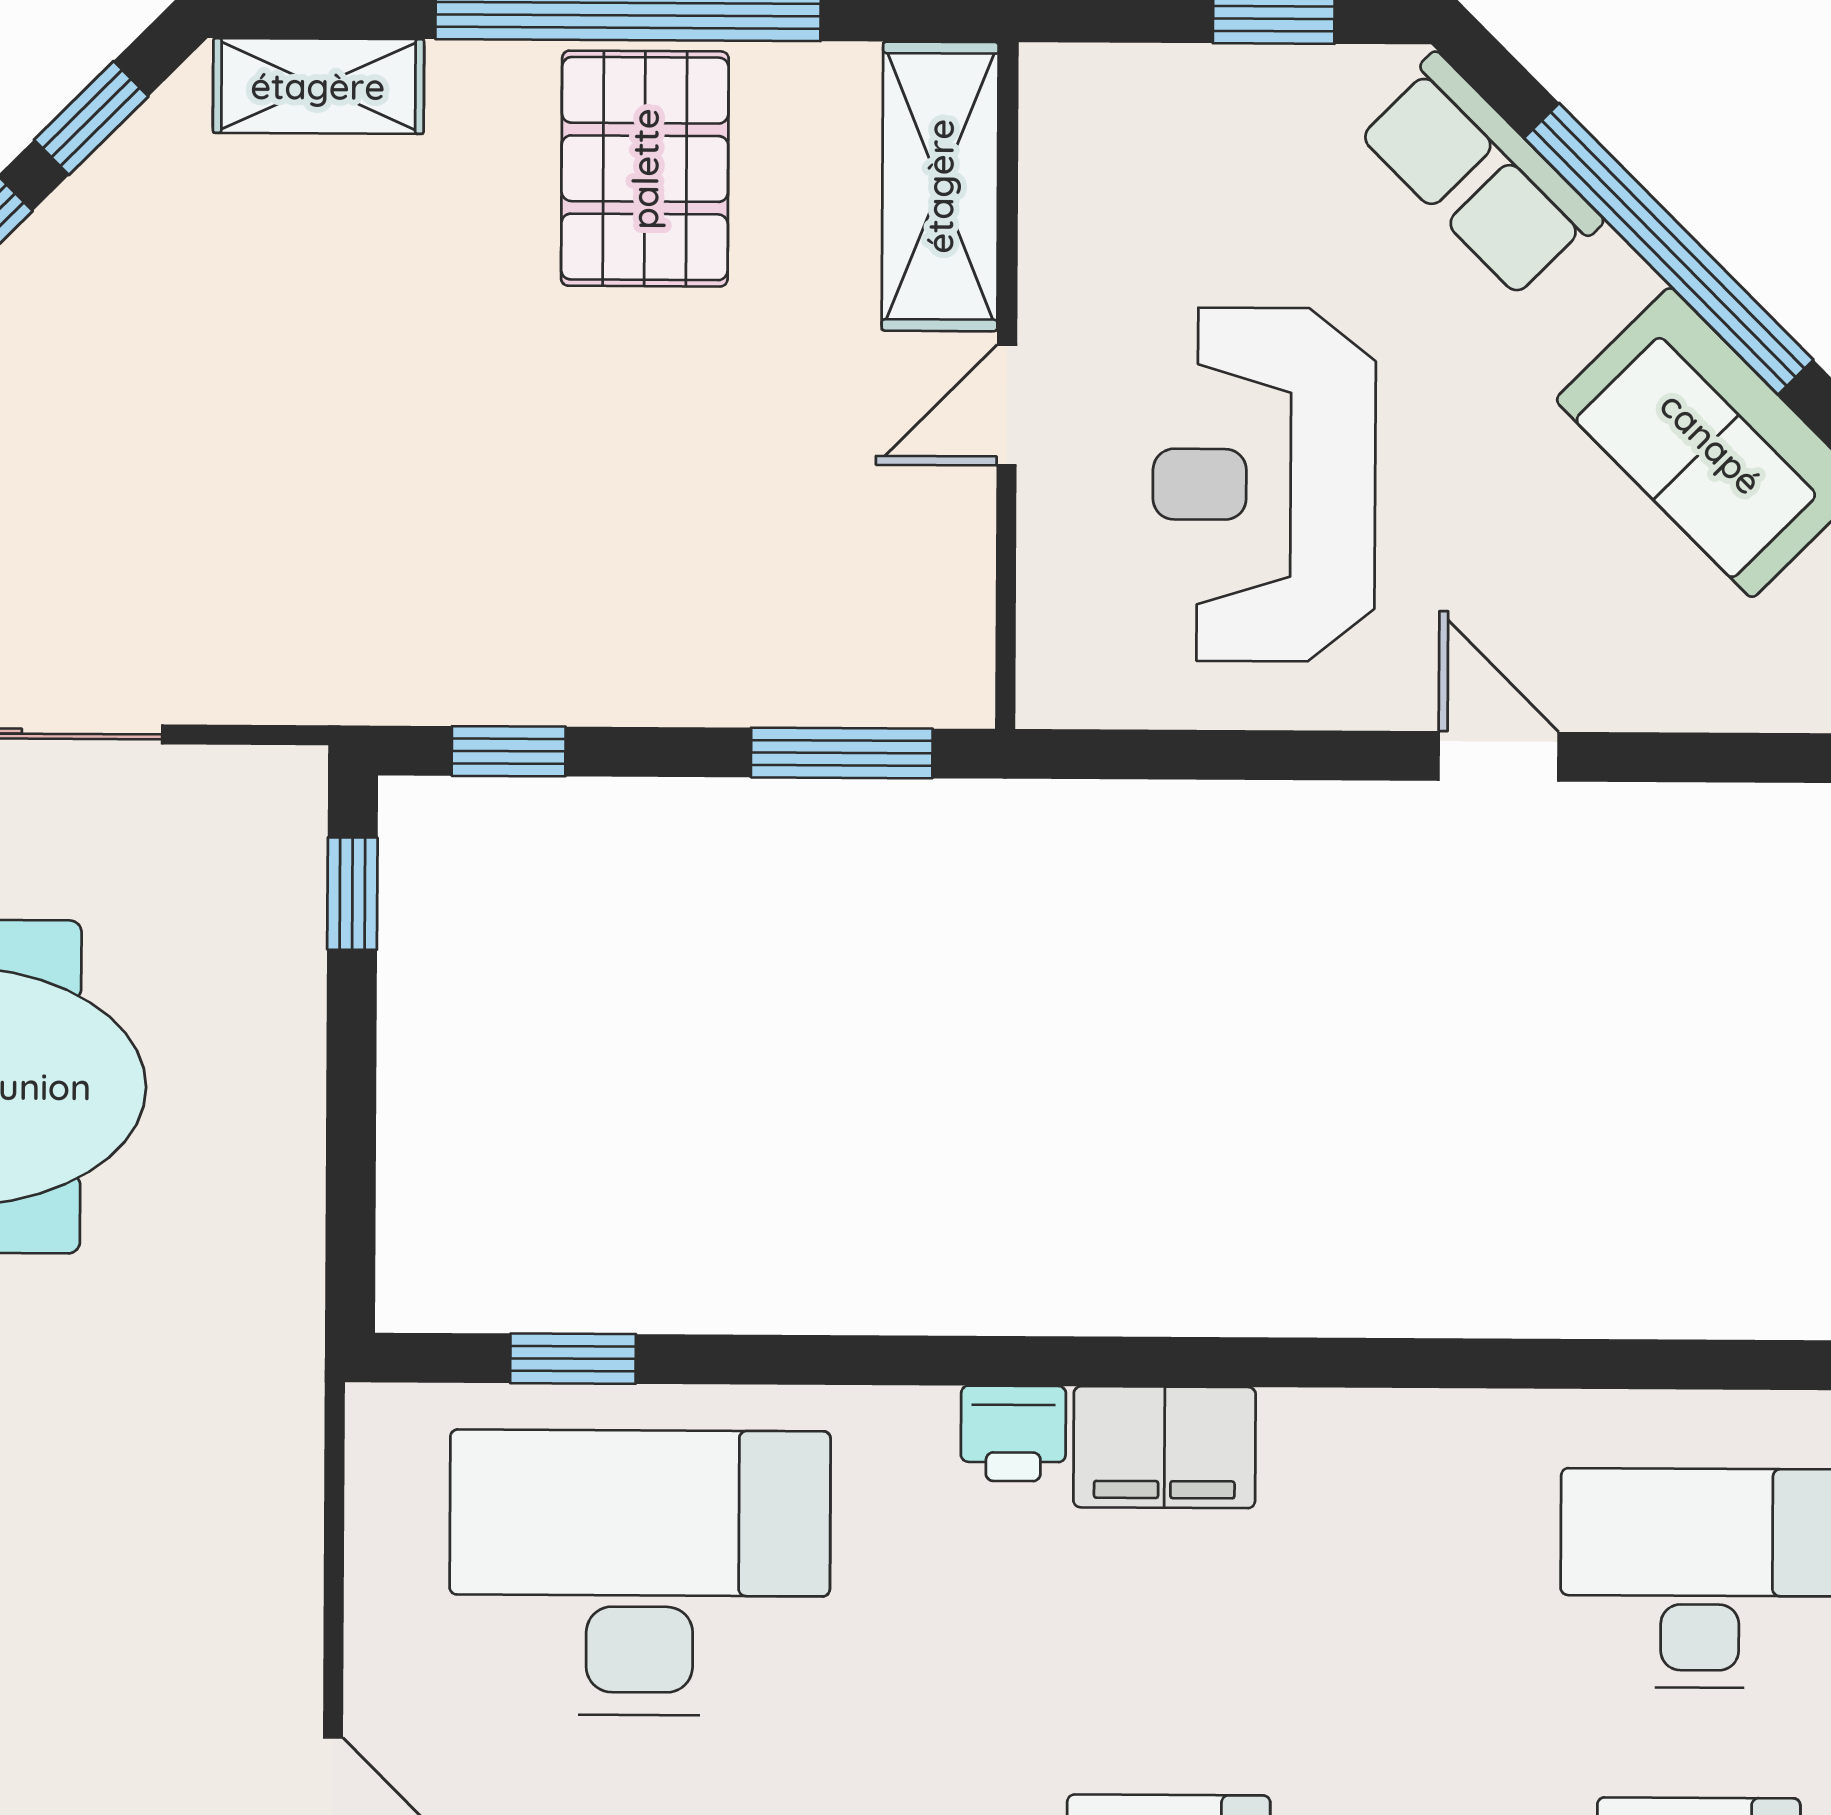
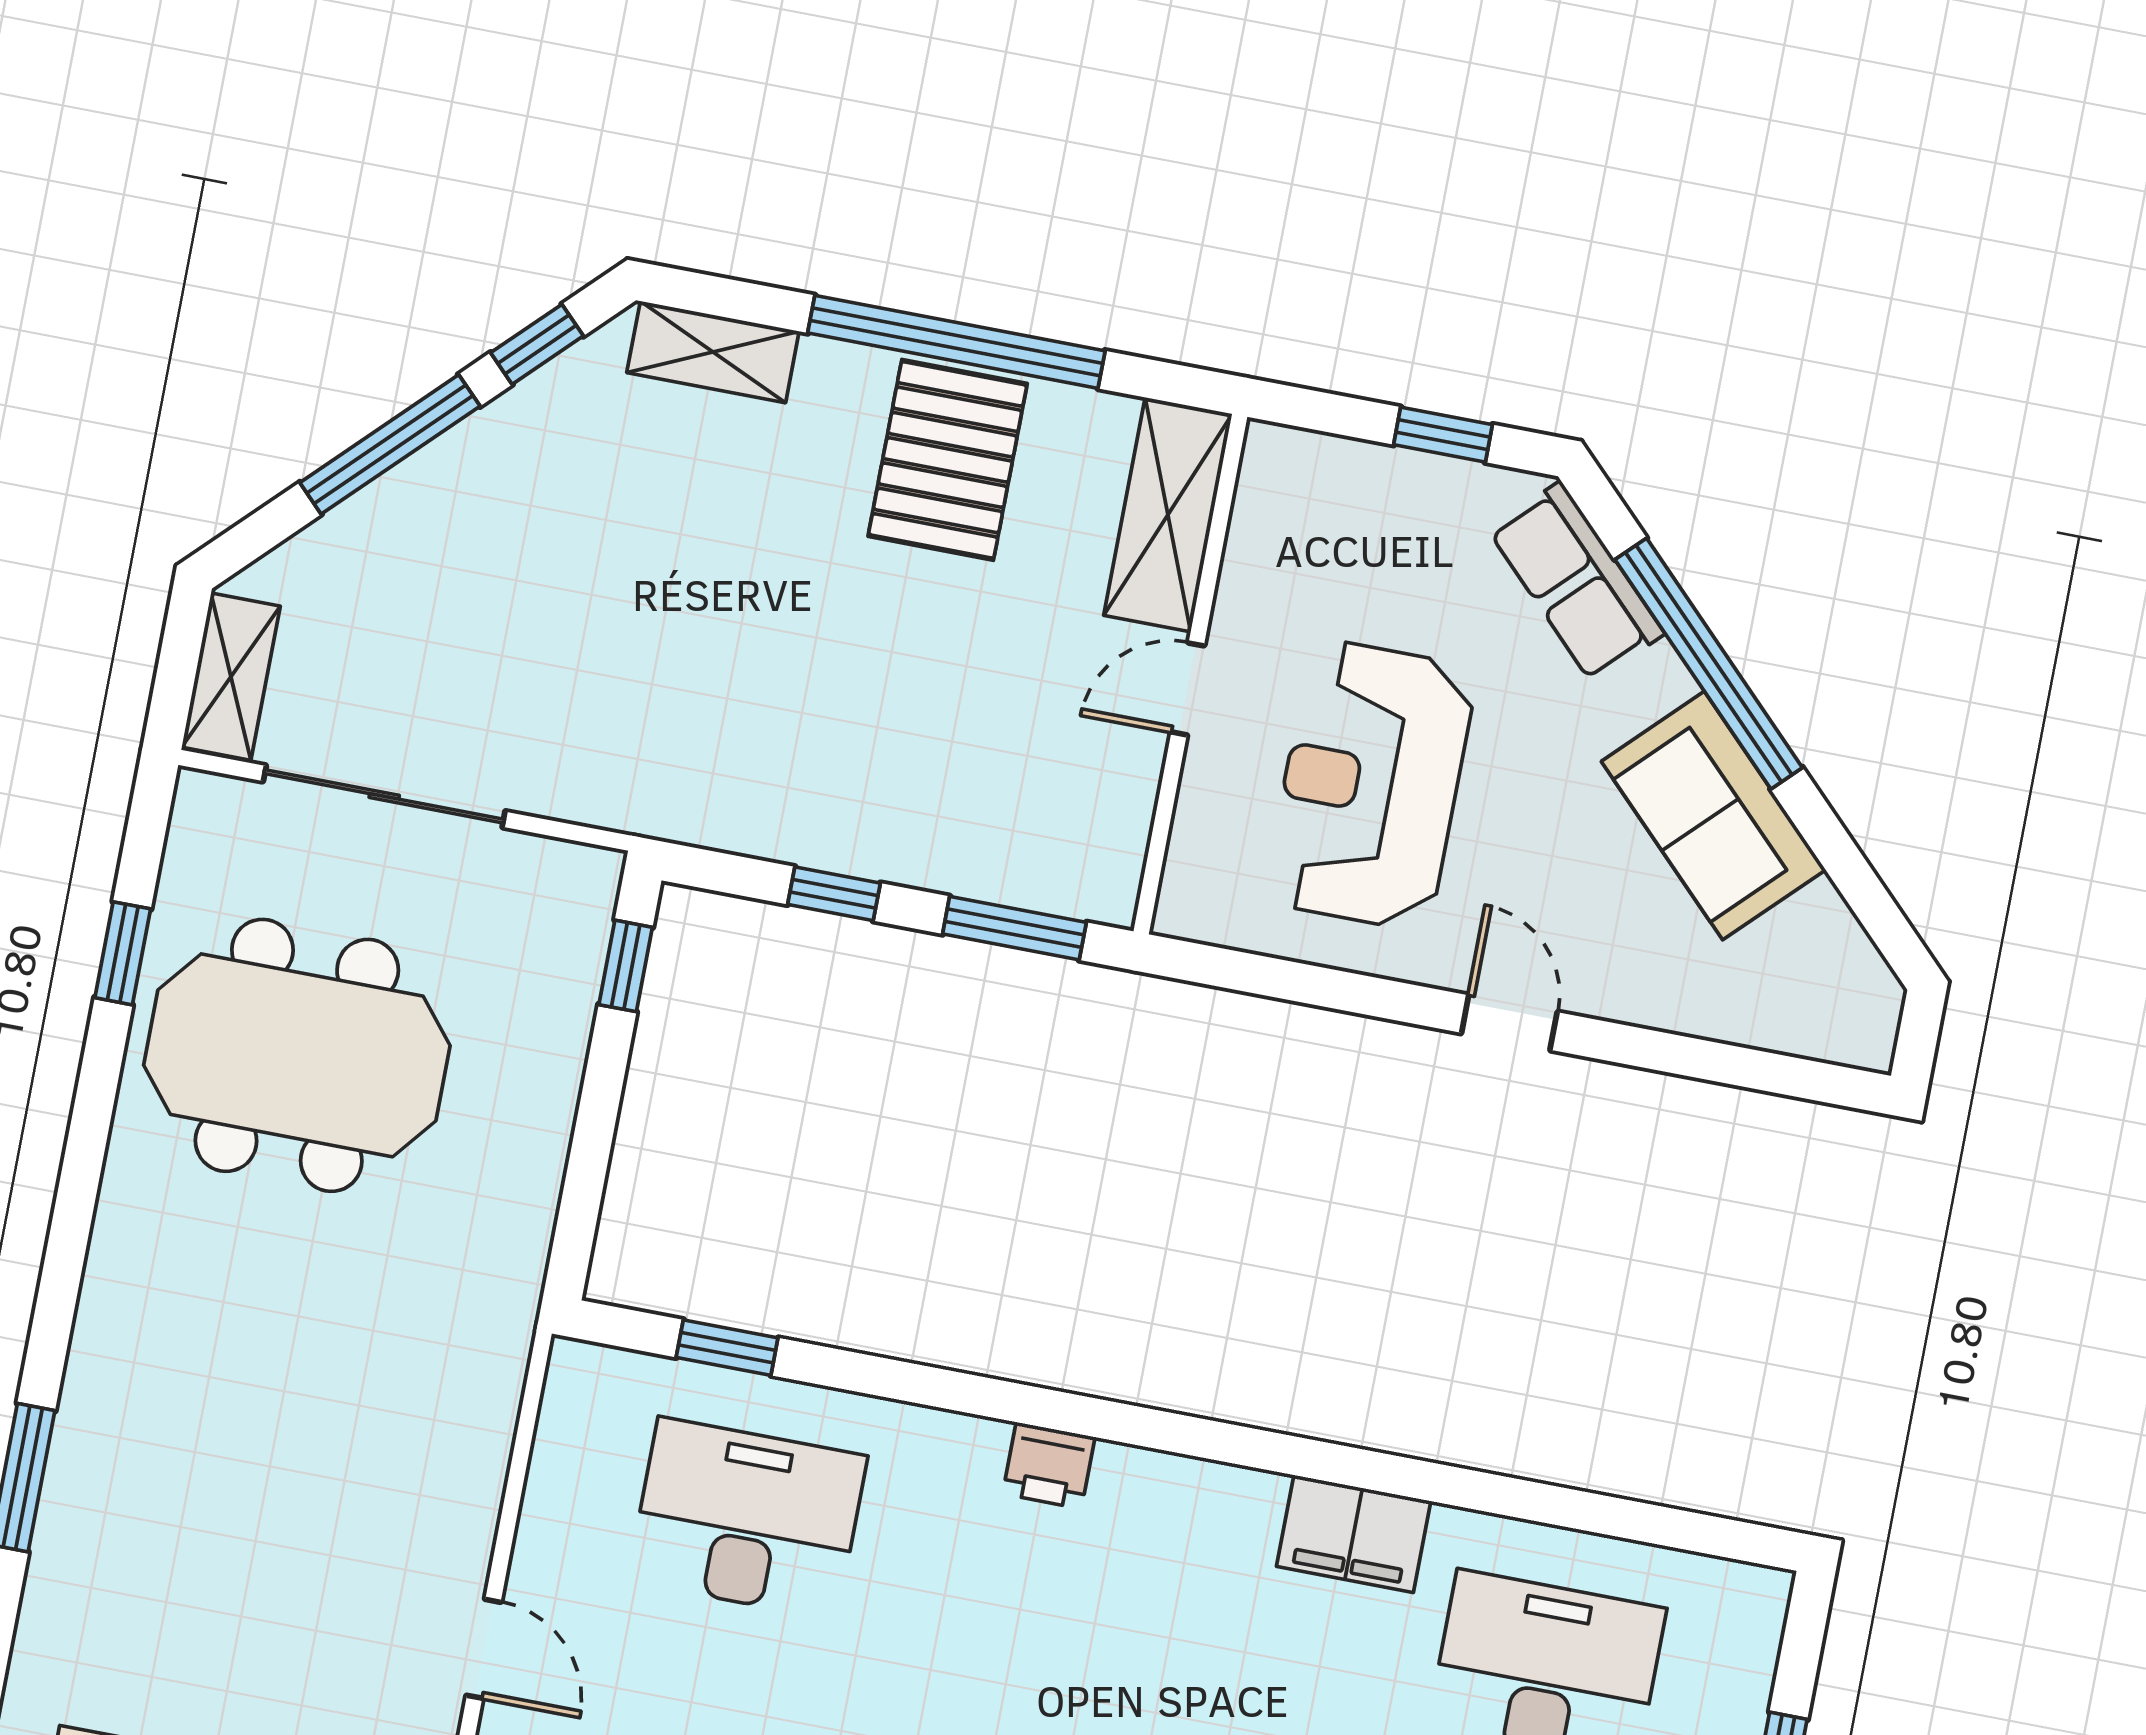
window: (509, 751) -> (834, 894), moved
filing cabinet: (1164, 1447) -> (1354, 1534), moved
desk: (640, 1573) -> (747, 1518), width x0.73, depth x0.77

